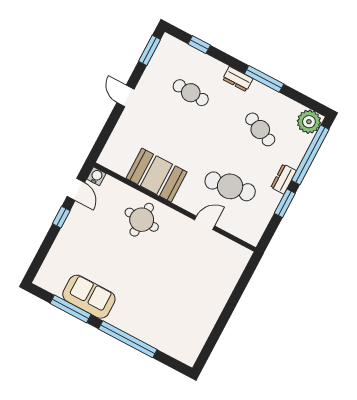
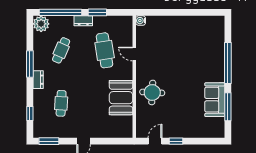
water cooler: (96, 176) -> (141, 21), moved

